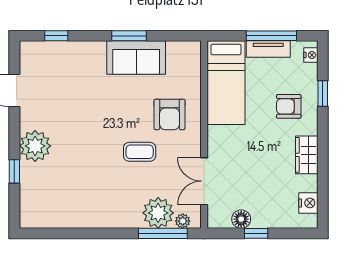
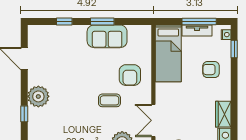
window: (56, 36) -> (64, 21), moved
window: (323, 94) -> (234, 49), moved
wardrobe: (307, 155) -> (223, 114), moved

